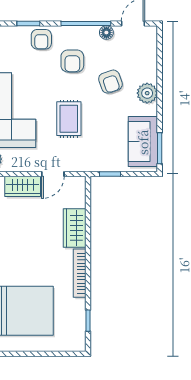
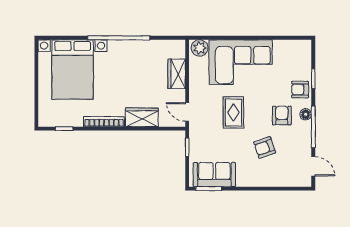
floor lamp: (106, 33) -> (306, 114), moved
armchair: (72, 61) -> (282, 115), turned 90
plant: (147, 93) -> (255, 178), removed
rug: (69, 119) -> (233, 112), turned 90
door: (53, 174) -> (187, 112), moved

